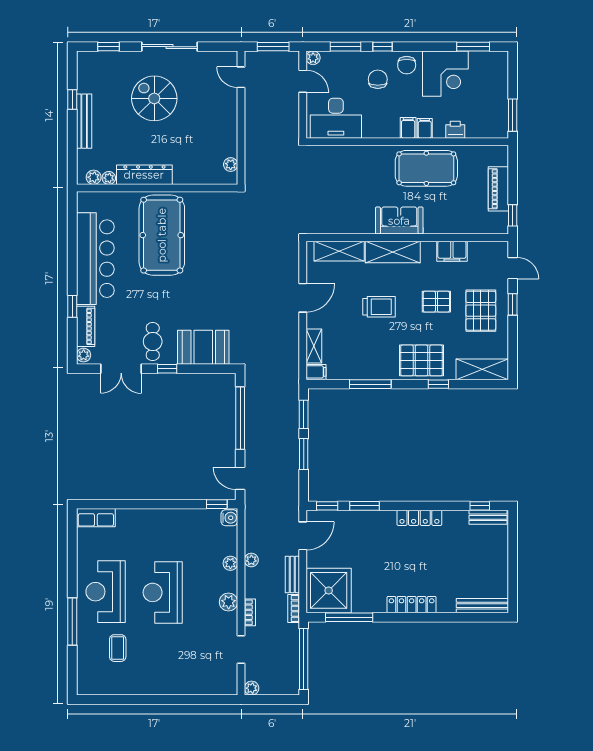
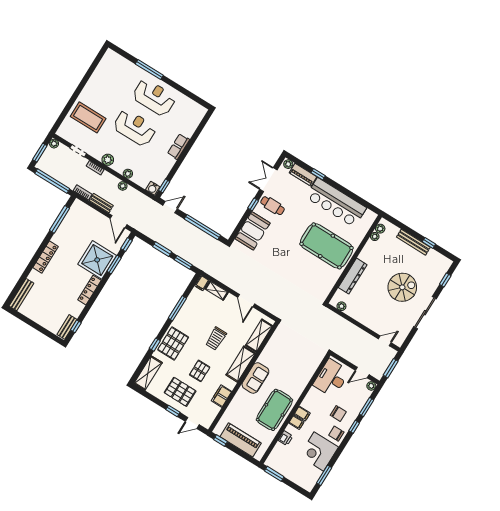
dresser: (144, 175) -> (353, 276), moved
piano: (498, 189) -> (241, 440), width x1.37, depth x1.33
row of seats: (96, 518) -> (179, 147), moved
shower: (329, 590) -> (97, 260), moved
coffee table: (118, 648) -> (88, 117), moved, width x1.86, depth x1.72
window: (276, 699) -> (40, 153), added

